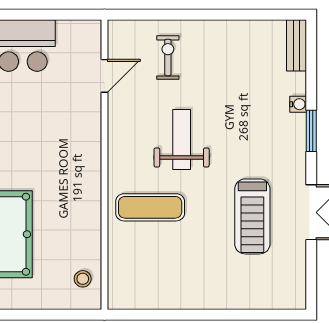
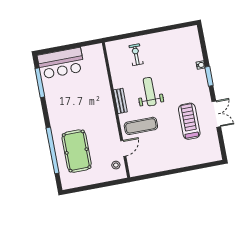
bench: (296, 45) -> (120, 101), moved
door: (104, 76) -> (123, 148), moved
treadmill: (252, 216) -> (189, 121), turned 180

